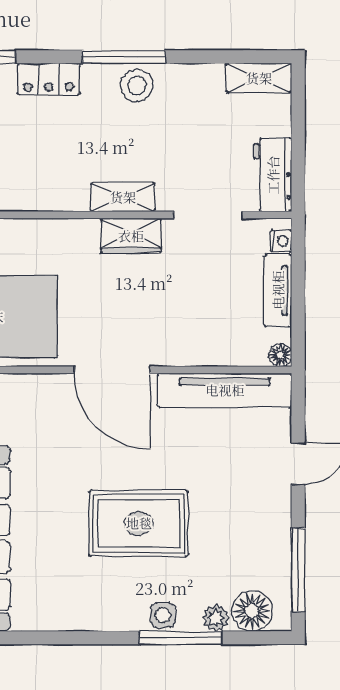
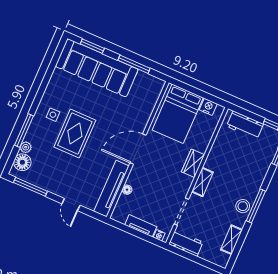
shelving: (259, 78) -> (231, 240), moved
locker: (49, 79) -> (260, 173), removed
wardrobe: (131, 236) -> (193, 163), moved
floor lamp: (280, 355) -> (127, 190), moved
side table: (163, 615) -> (53, 115), moved

